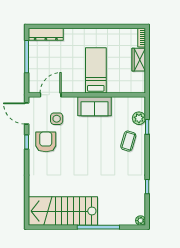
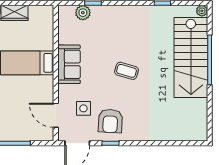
coffee table: (128, 141) -> (127, 71), moved
armchair: (46, 142) -> (110, 121), turned -87
stairs: (63, 211) -> (191, 58), moved

